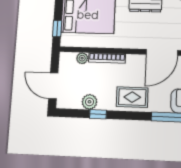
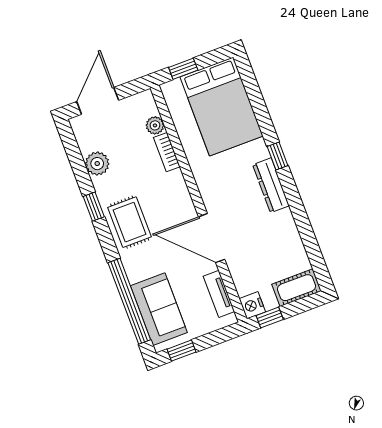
bookcase: (107, 58) -> (167, 152), width x0.64
window: (98, 114) -> (94, 207), moved

